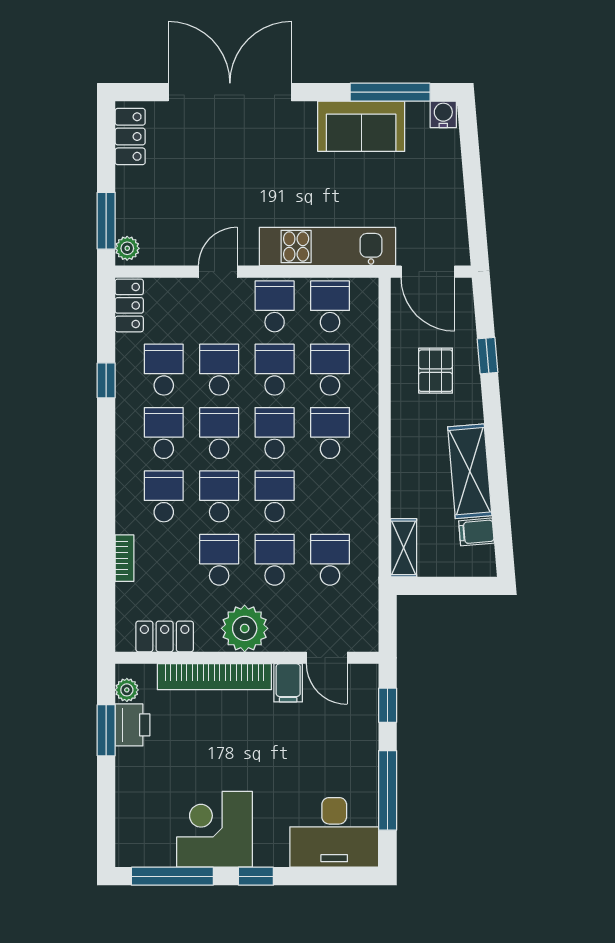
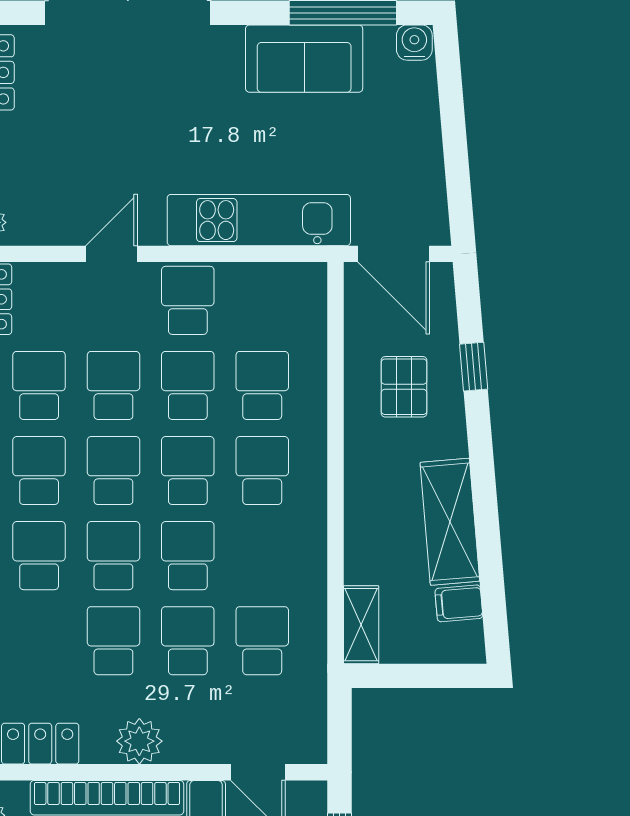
school desk: (330, 306) -> (262, 300), removed
plant: (245, 628) -> (139, 741), width x0.73, depth x0.73

